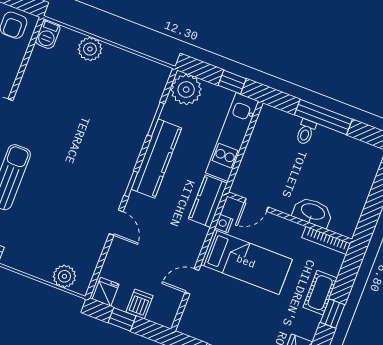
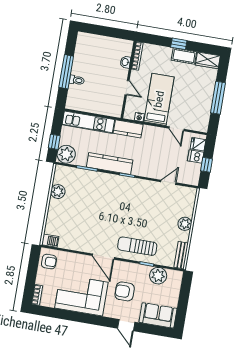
plant: (90, 49) -> (58, 192), moved
window: (232, 82) -> (54, 142), moved
door: (256, 205) -> (127, 88), moved
washbasin: (313, 212) -> (125, 62), width x0.52, depth x0.69
door: (116, 223) -> (168, 182), moved
plant: (64, 276) -> (185, 224), moved
fridge: (106, 292) -> (198, 144), moved
cot: (320, 293) -> (184, 56), moved

